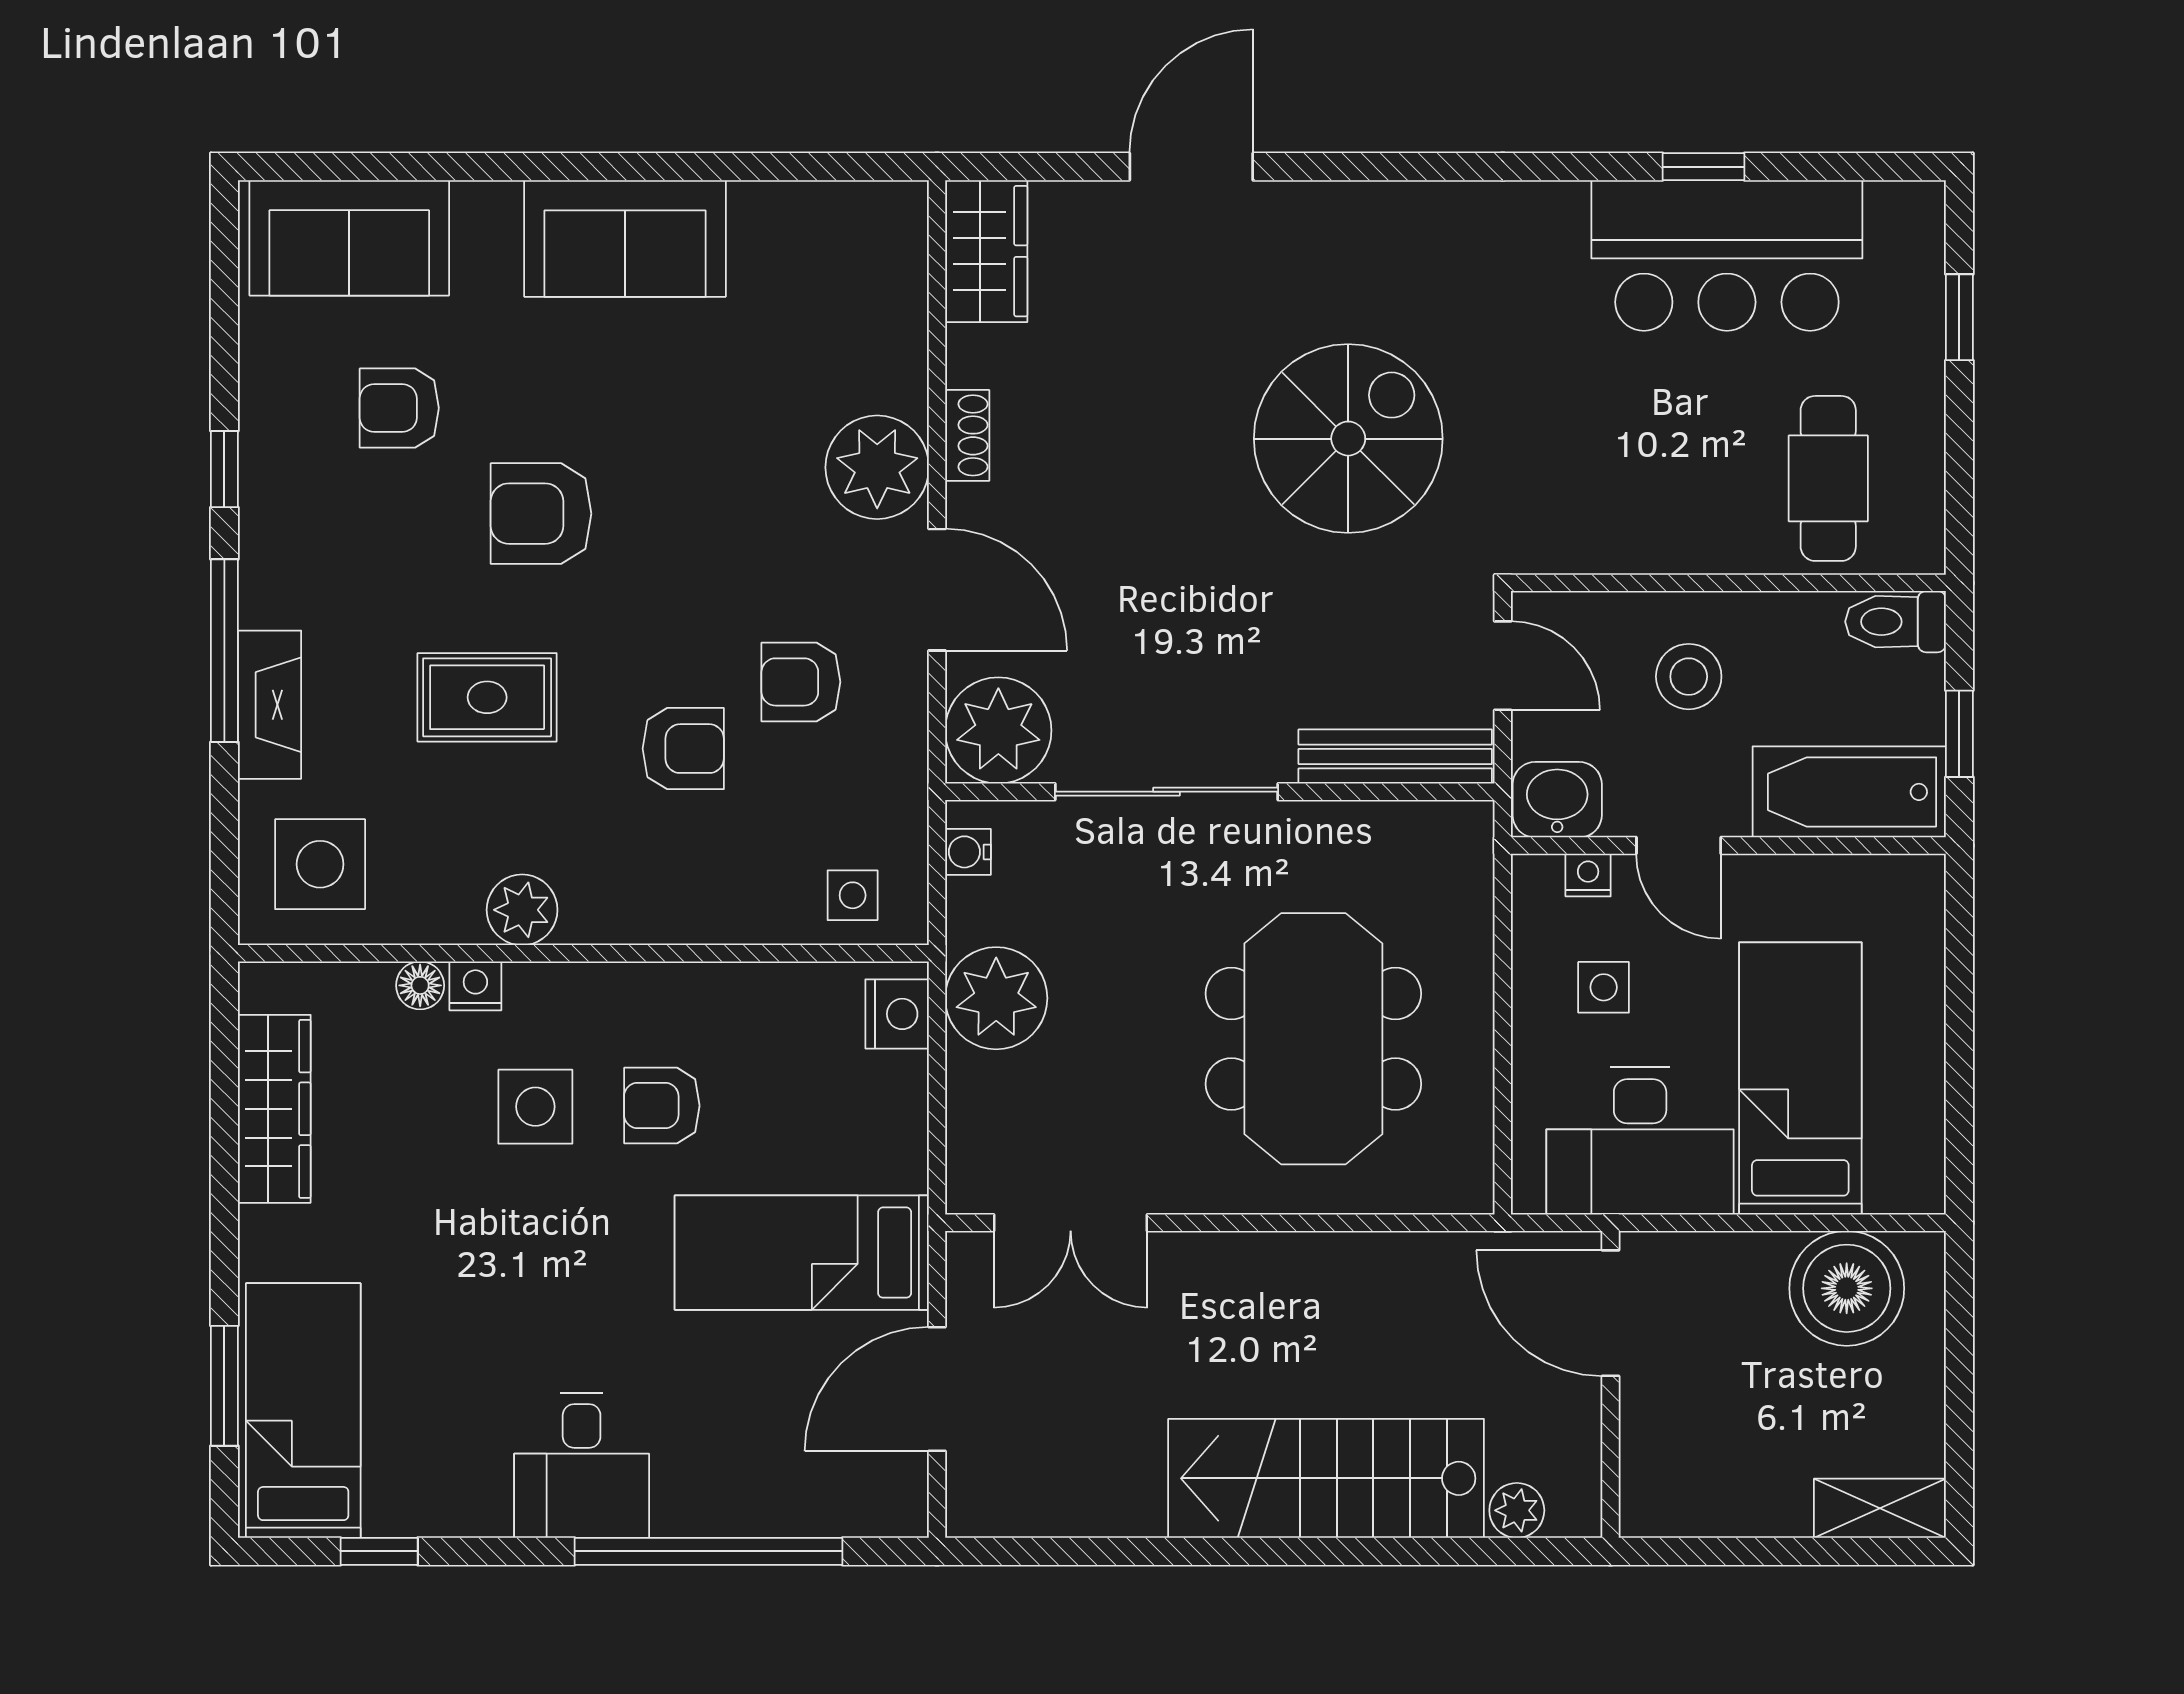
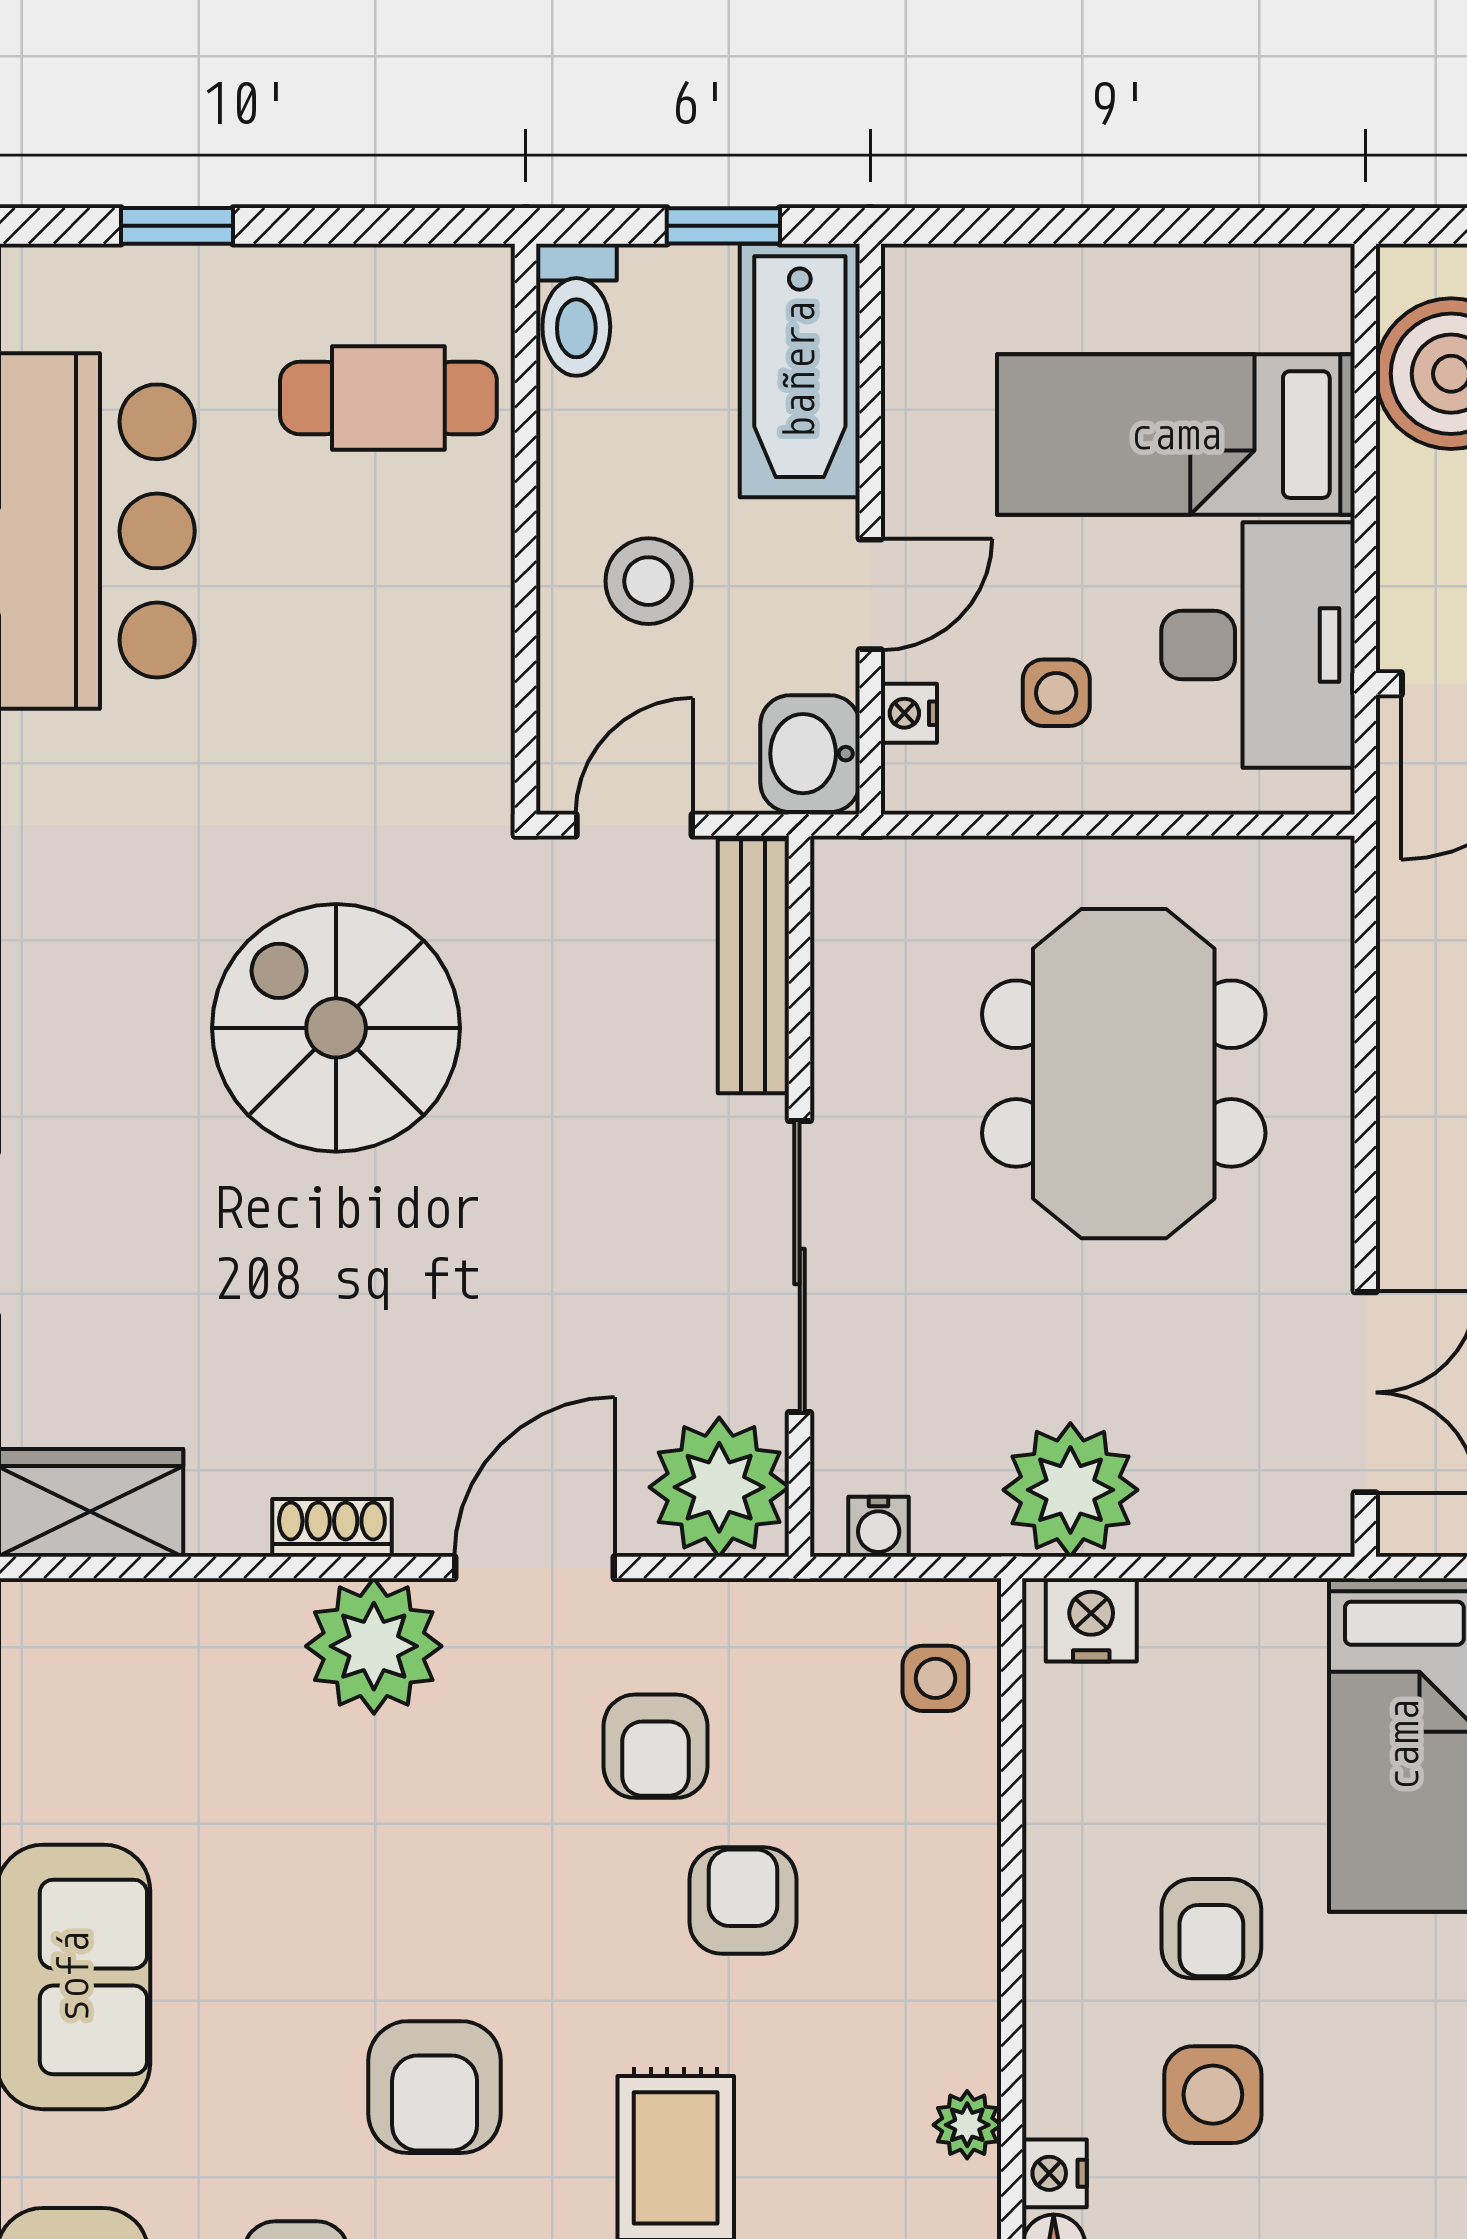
plant: (522, 910) -> (967, 2125), width x0.73, depth x0.73
meeting table: (1313, 1039) -> (1124, 1074), turned 90

